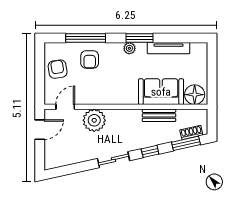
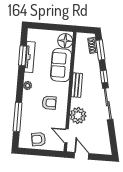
window: (139, 38) -> (22, 56), moved
armchair: (90, 59) -> (49, 103), moved
bench: (159, 115) -> (77, 85), moved
sliding door: (114, 160) -> (108, 104), width x1.37

